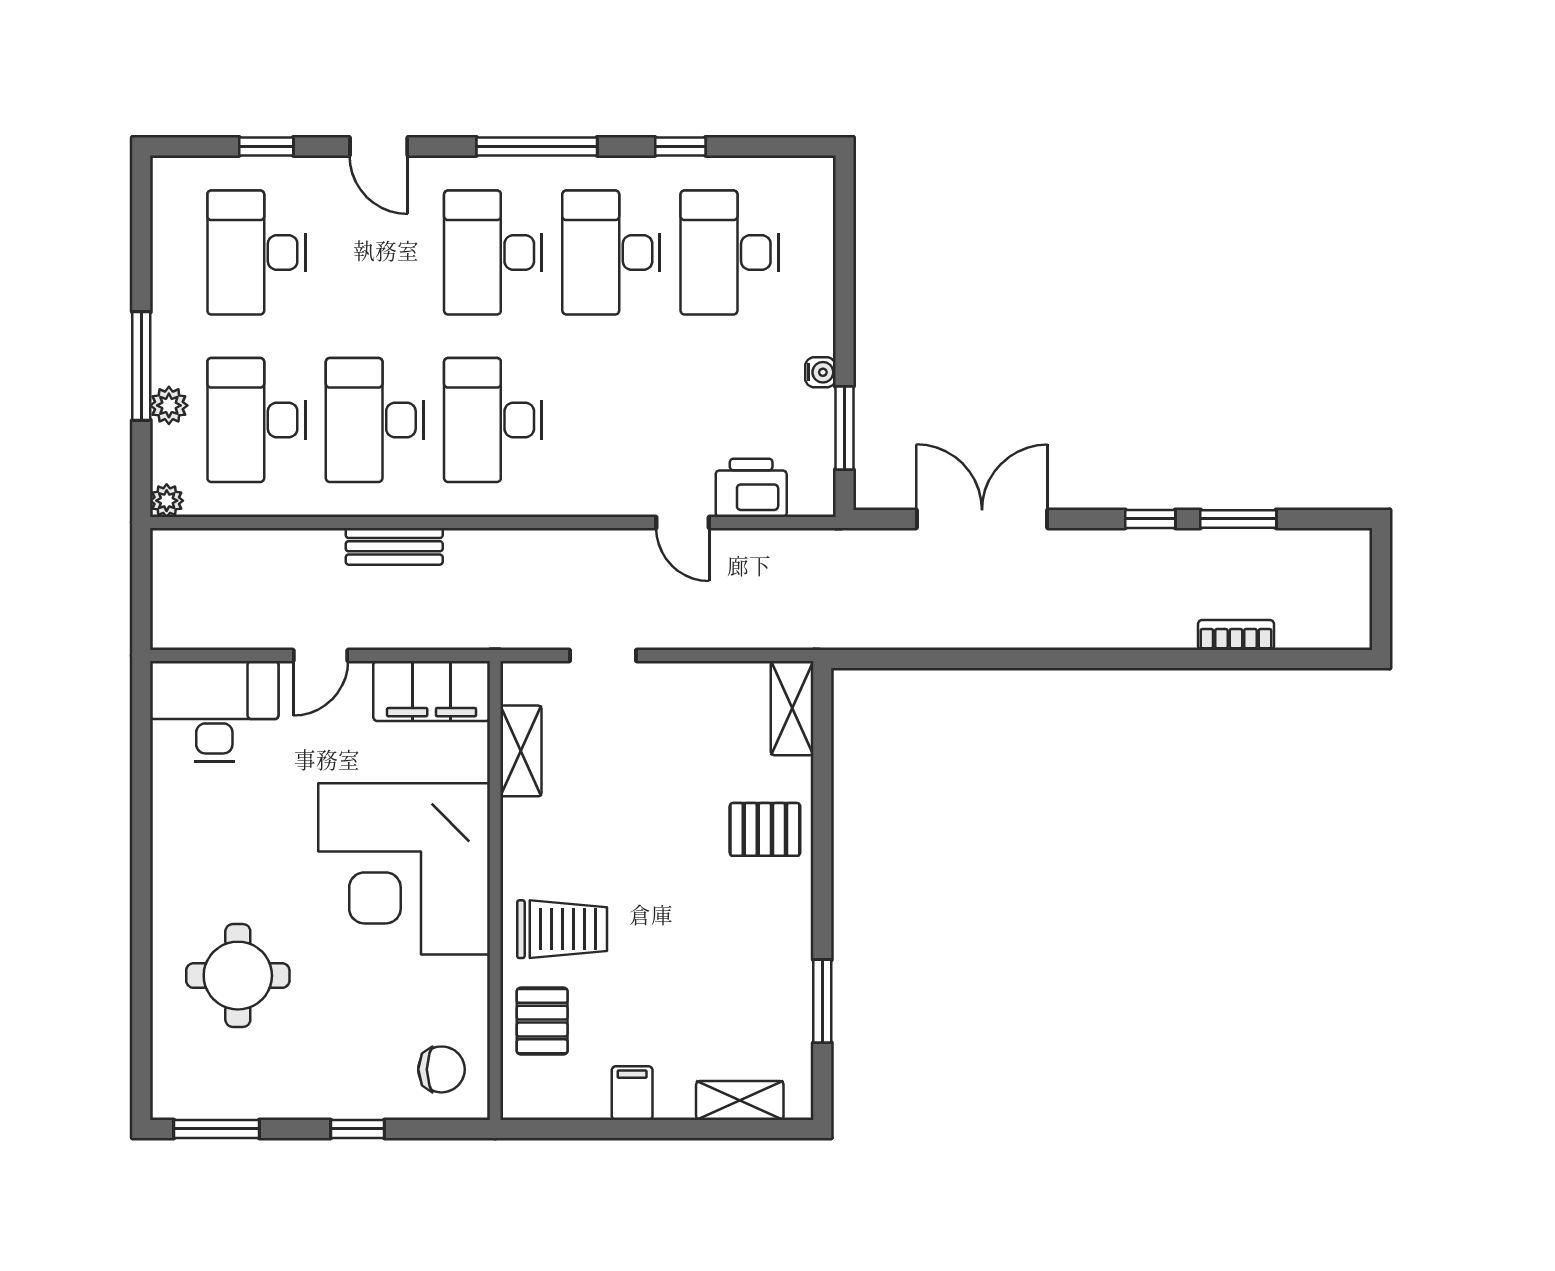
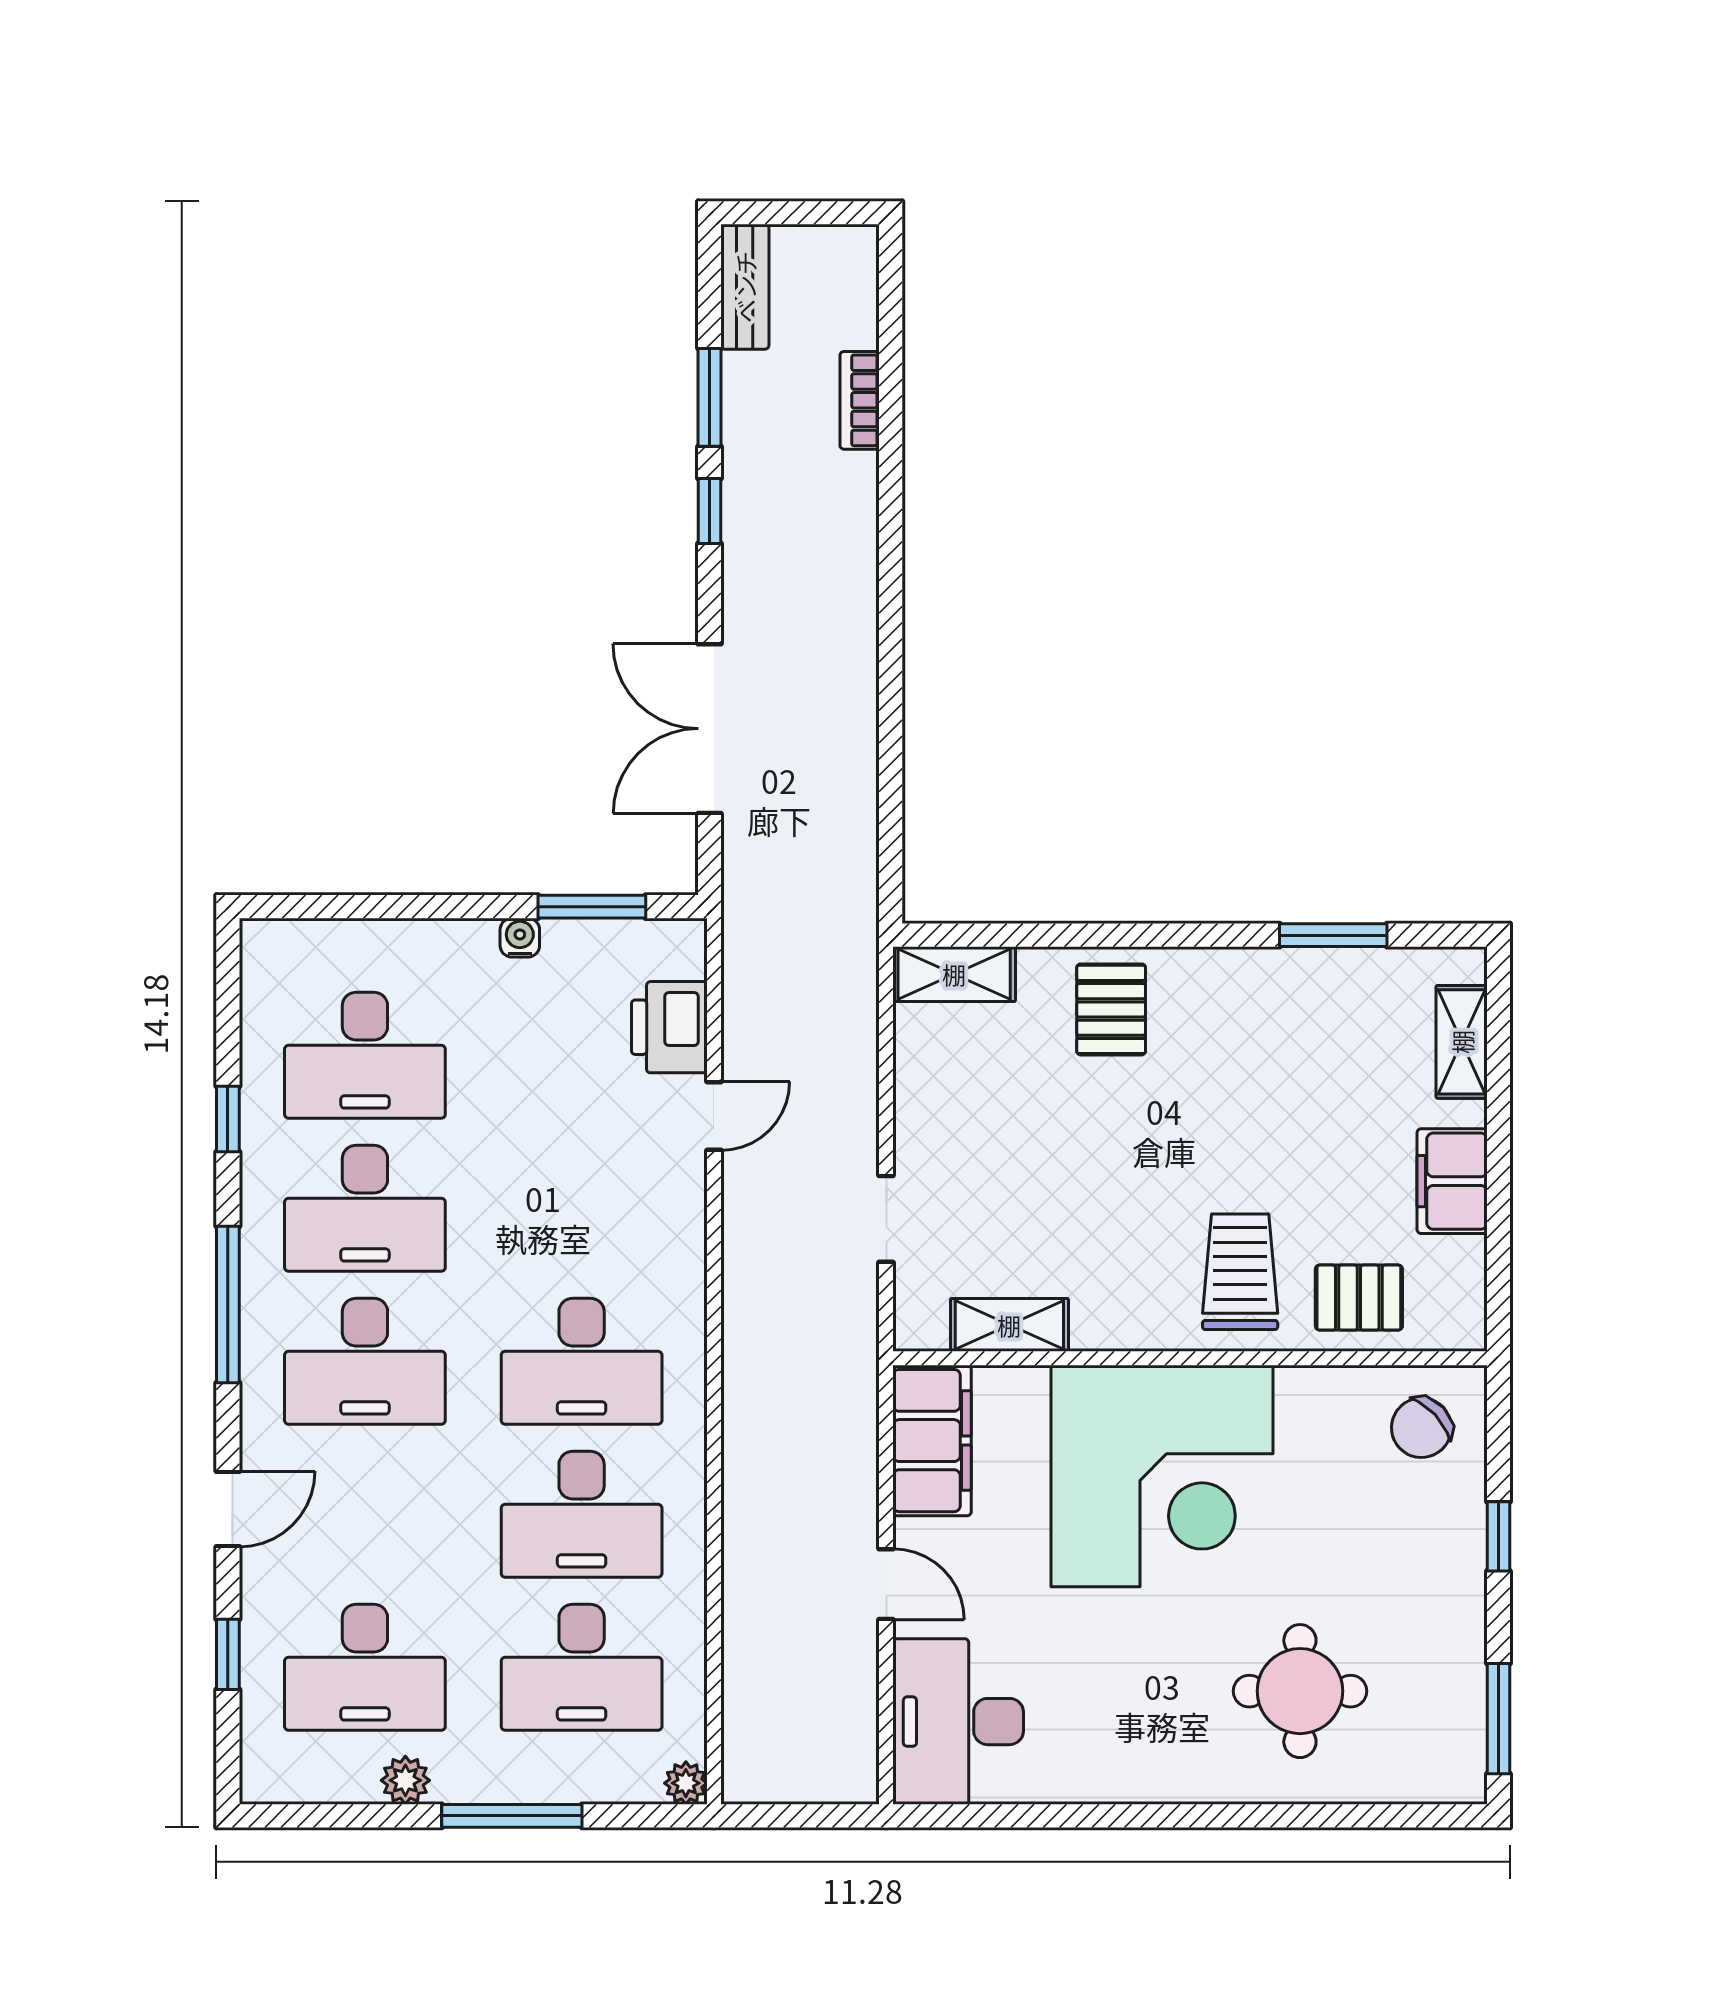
plant: (169, 405) -> (405, 1780), moved
bench: (394, 546) -> (745, 287), moved
chair: (441, 1069) -> (1421, 1428), turned -133
filing cabinet: (632, 1093) -> (1452, 1181), width x2.00

